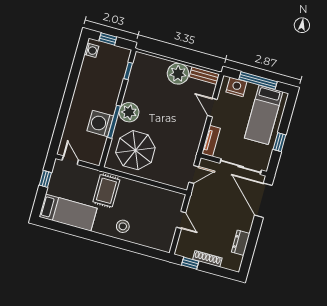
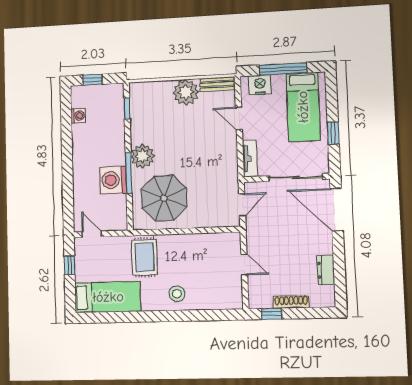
washing machine: (92, 50) -> (78, 116), moved

